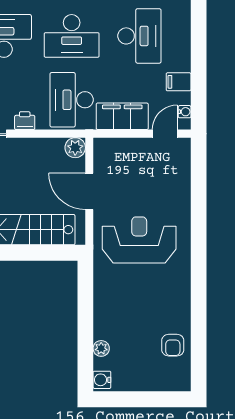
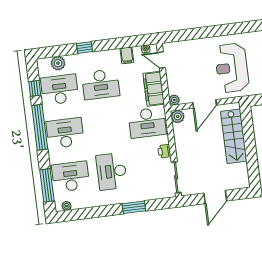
window: (199, 18) -> (85, 48), added
desk: (72, 36) -> (106, 128), removed
desk: (139, 36) -> (101, 84), turned 180
plant: (101, 146) -> (174, 100), added

